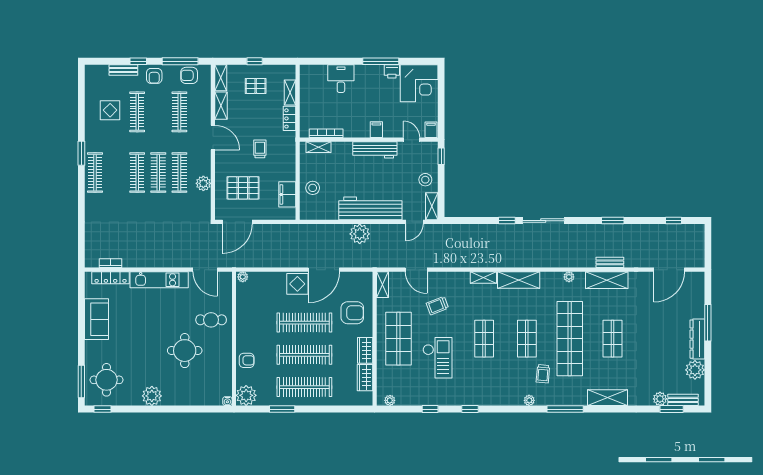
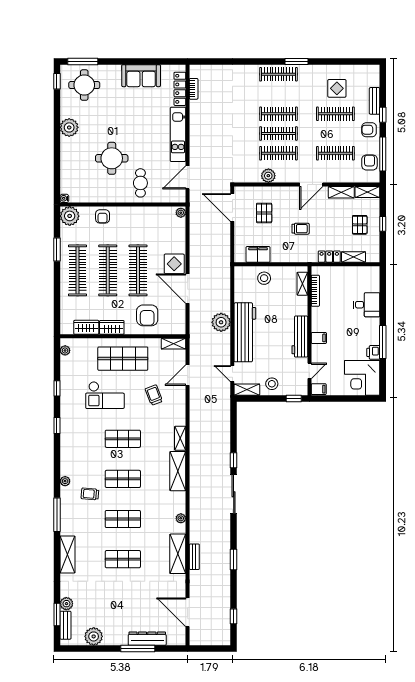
pallet: (243, 188) -> (264, 213), width x0.67, depth x0.71
shop shelf: (570, 339) -> (123, 519), width x0.50, depth x0.74
dresser: (697, 339) -> (147, 639), moved

